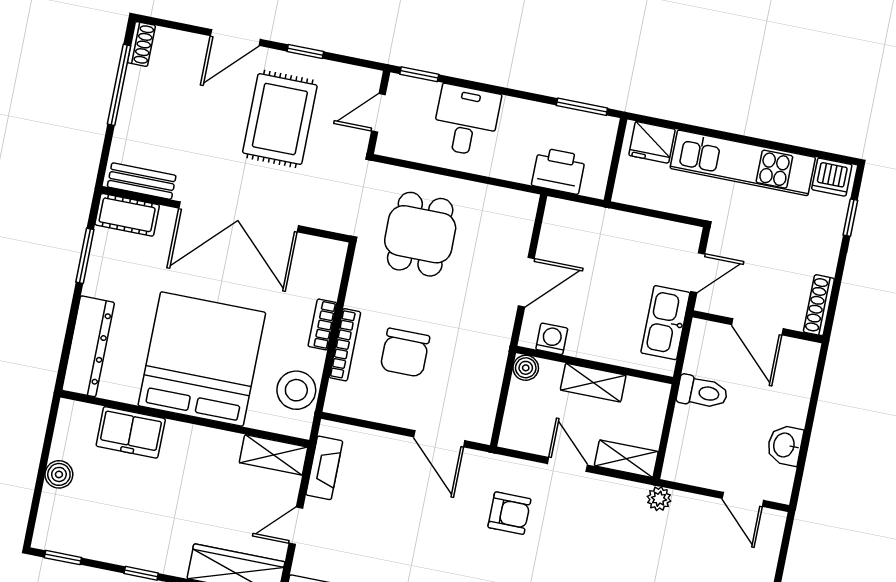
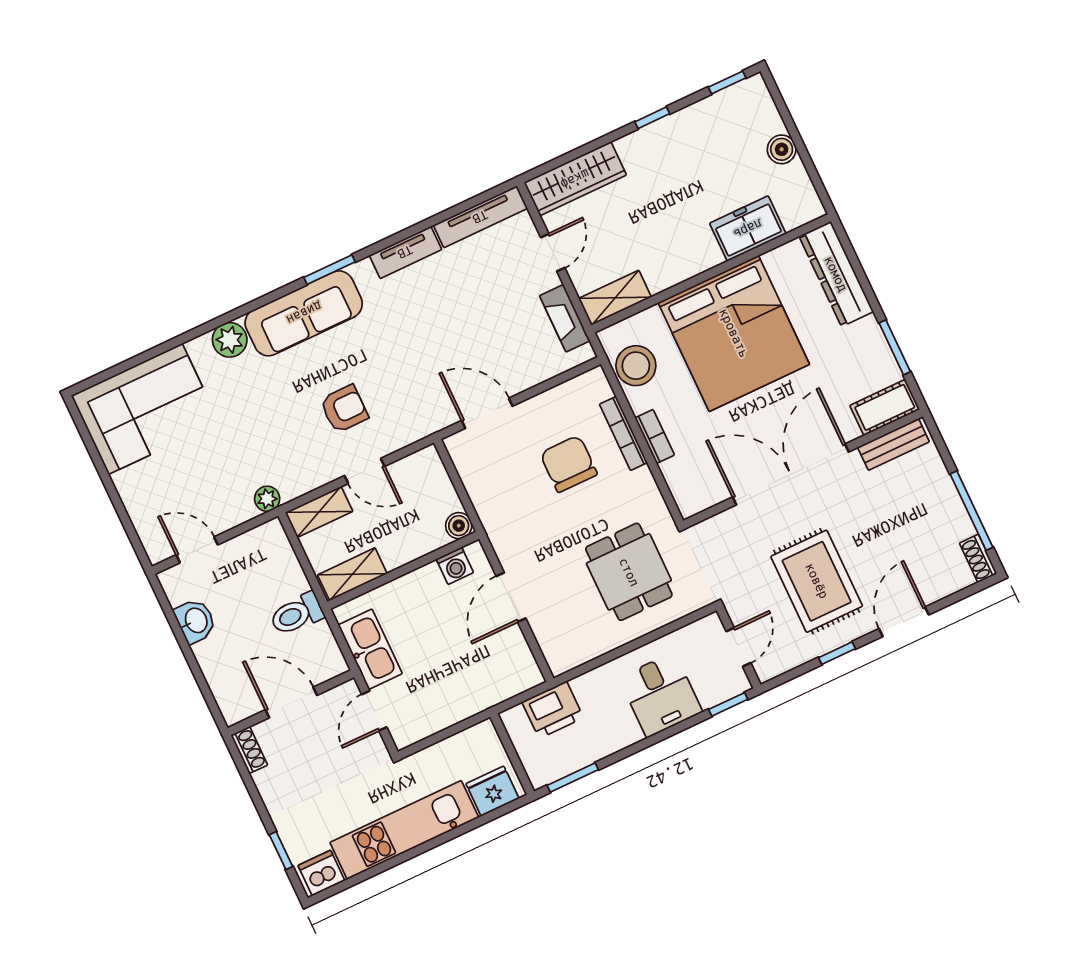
shoe rack: (819, 305) -> (249, 750), width x0.70
shelving: (593, 383) -> (352, 574), moved
armchair: (509, 513) -> (344, 409), moved, turned 180

